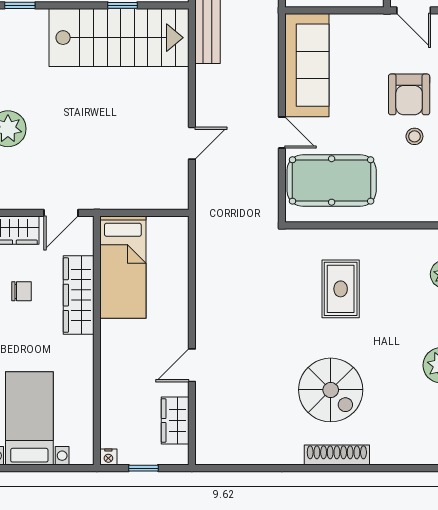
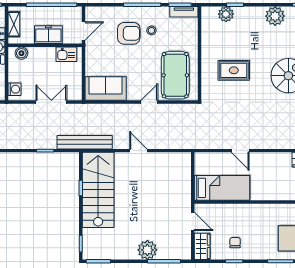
sofa: (307, 65) -> (106, 89), width x0.73
door: (192, 143) -> (138, 151), moved
wardrobe: (79, 295) -> (237, 212), removed
door: (192, 365) -> (240, 151), moved

